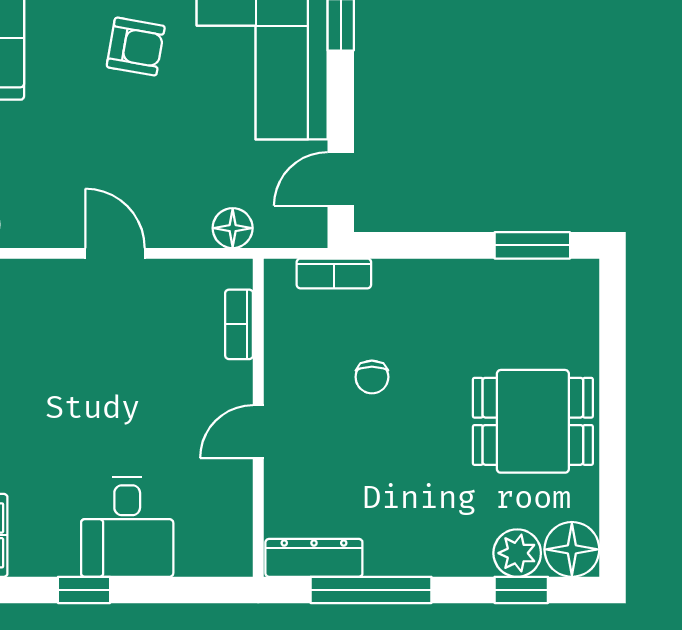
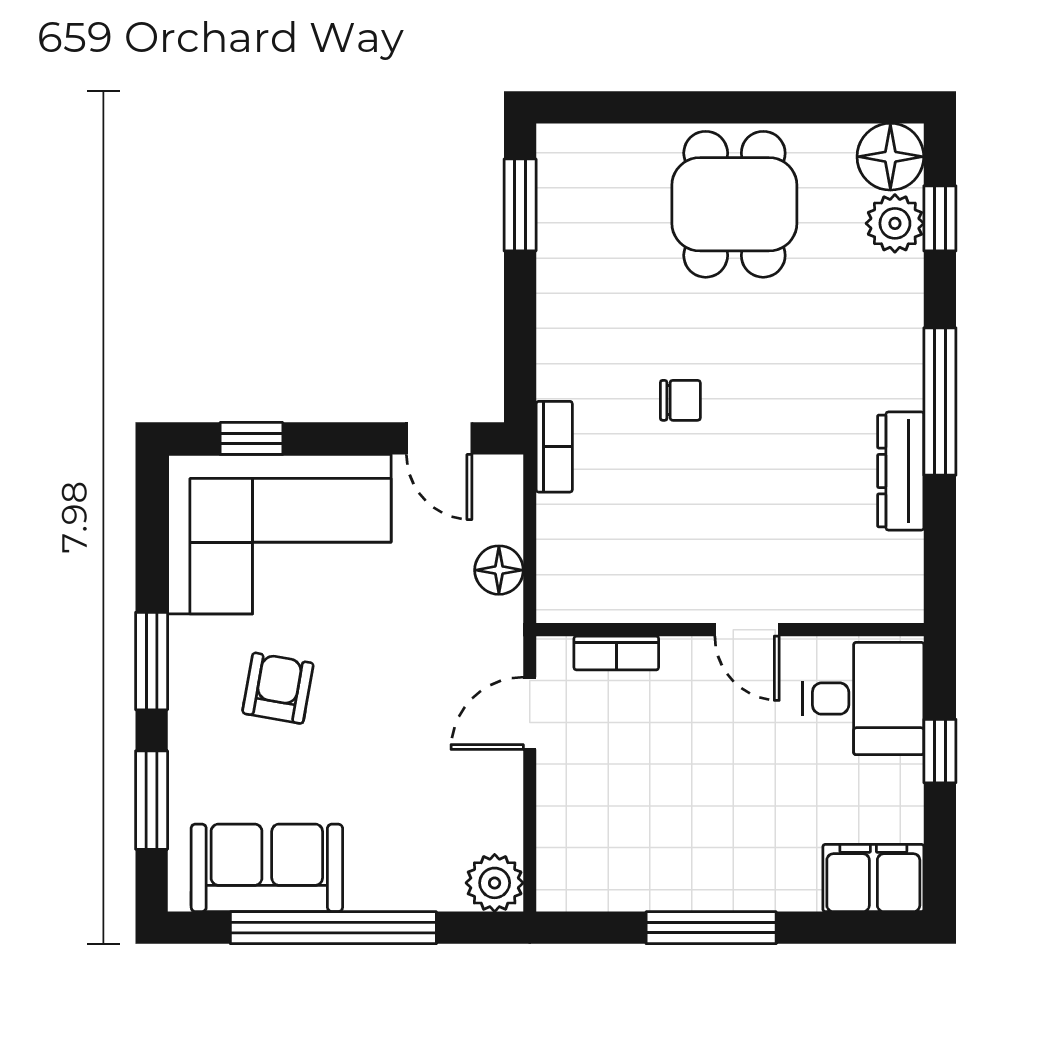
bookcase: (239, 324) -> (616, 653), moved
wall: (258, 418) -> (730, 630), moved
door: (258, 432) -> (747, 630), moved

